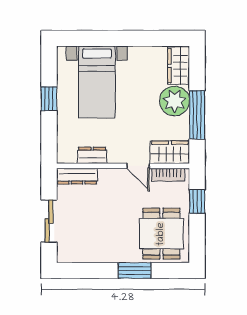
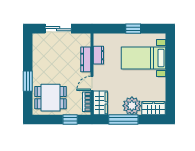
dresser: (77, 176) -> (86, 59), moved

